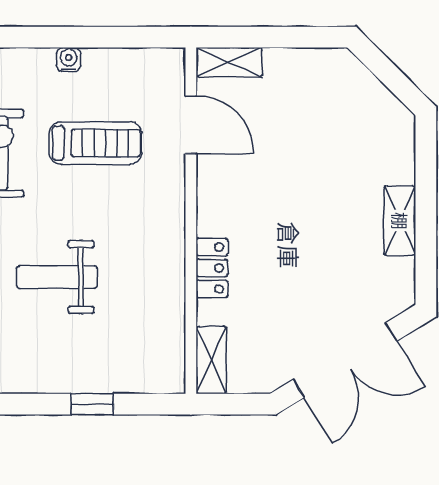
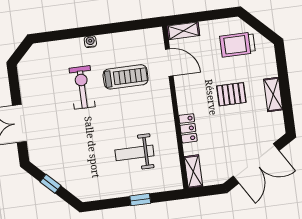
water cooler: (69, 60) -> (90, 42), moved
trolley: (339, 106) -> (237, 44), added
pallet: (312, 208) -> (231, 94), added
weight bench: (57, 277) -> (134, 153), moved

